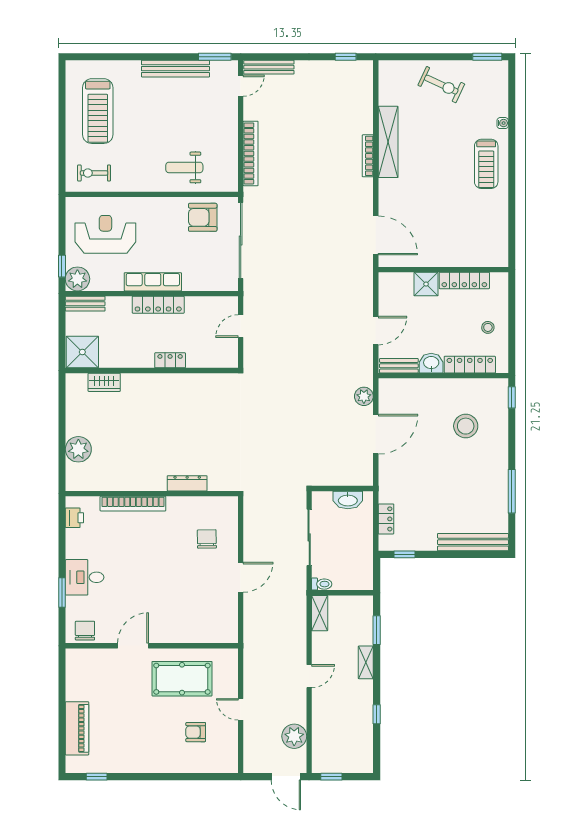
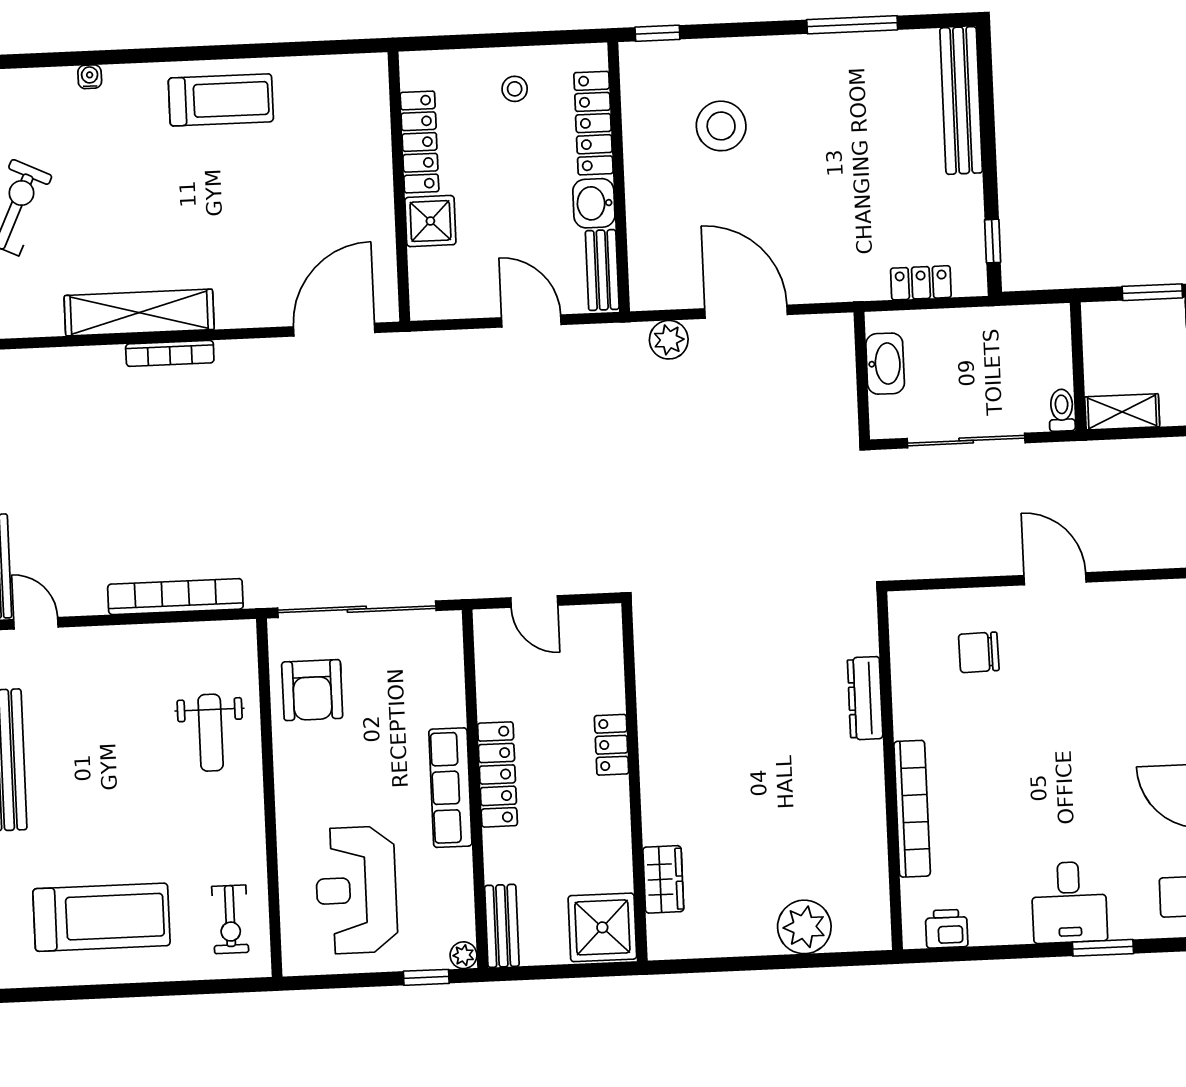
treadmill: (486, 164) -> (221, 100), moved
plant: (77, 279) -> (463, 955), width x0.53, depth x0.53

